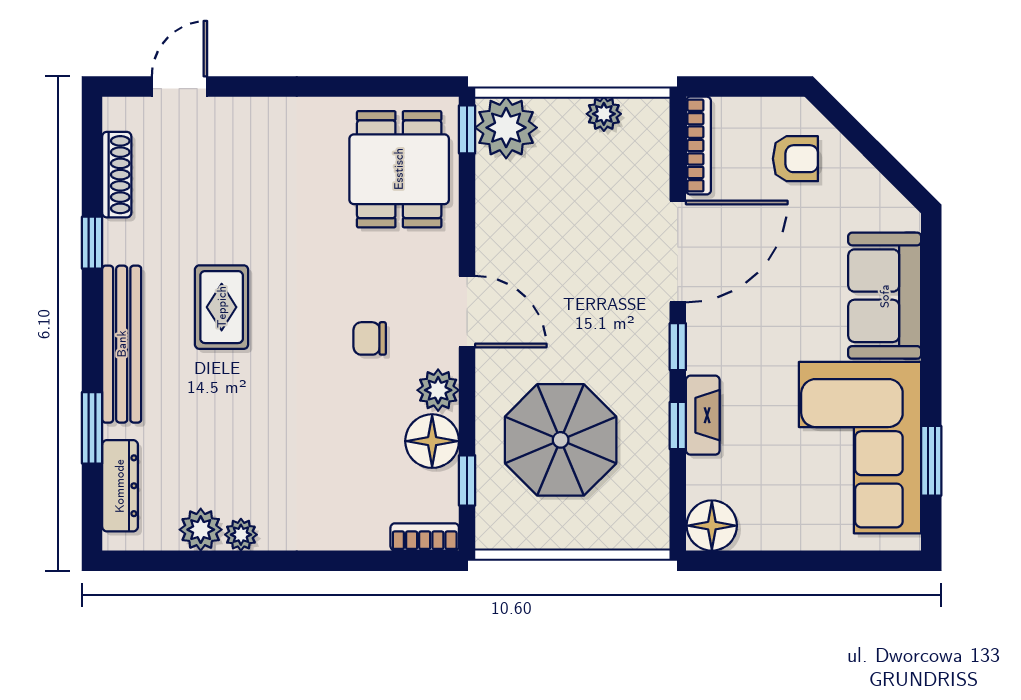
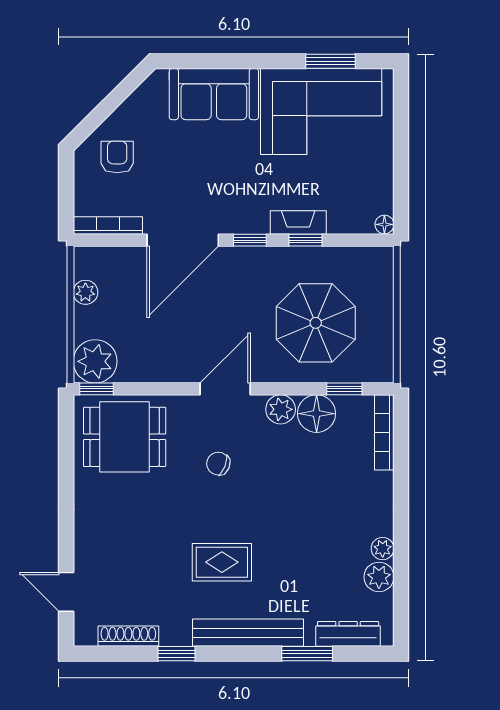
door: (678, 251) -> (183, 240), swing flipped
chair: (370, 338) -> (218, 464), moved, turned 112
floor lamp: (712, 526) -> (384, 224), width x0.53, depth x0.53
bookcase: (425, 537) -> (384, 432), width x1.56

